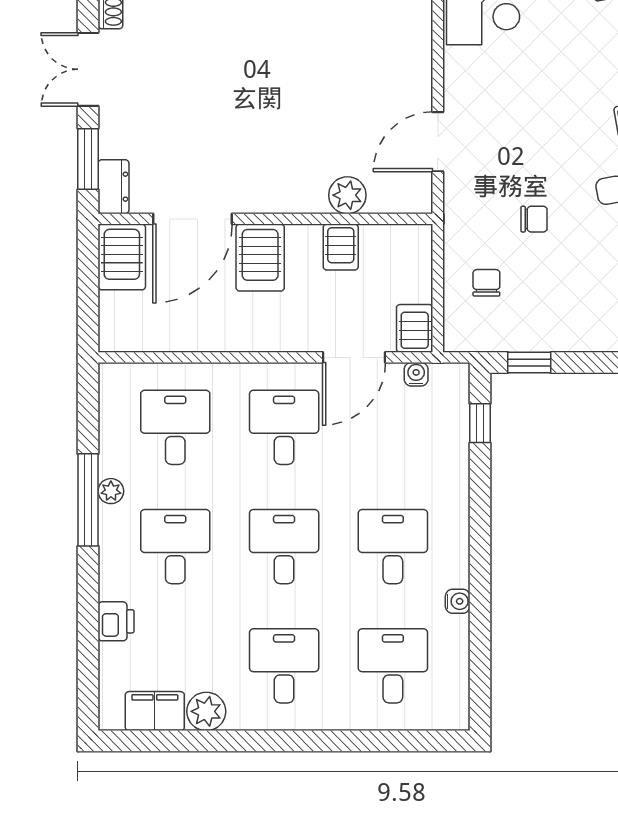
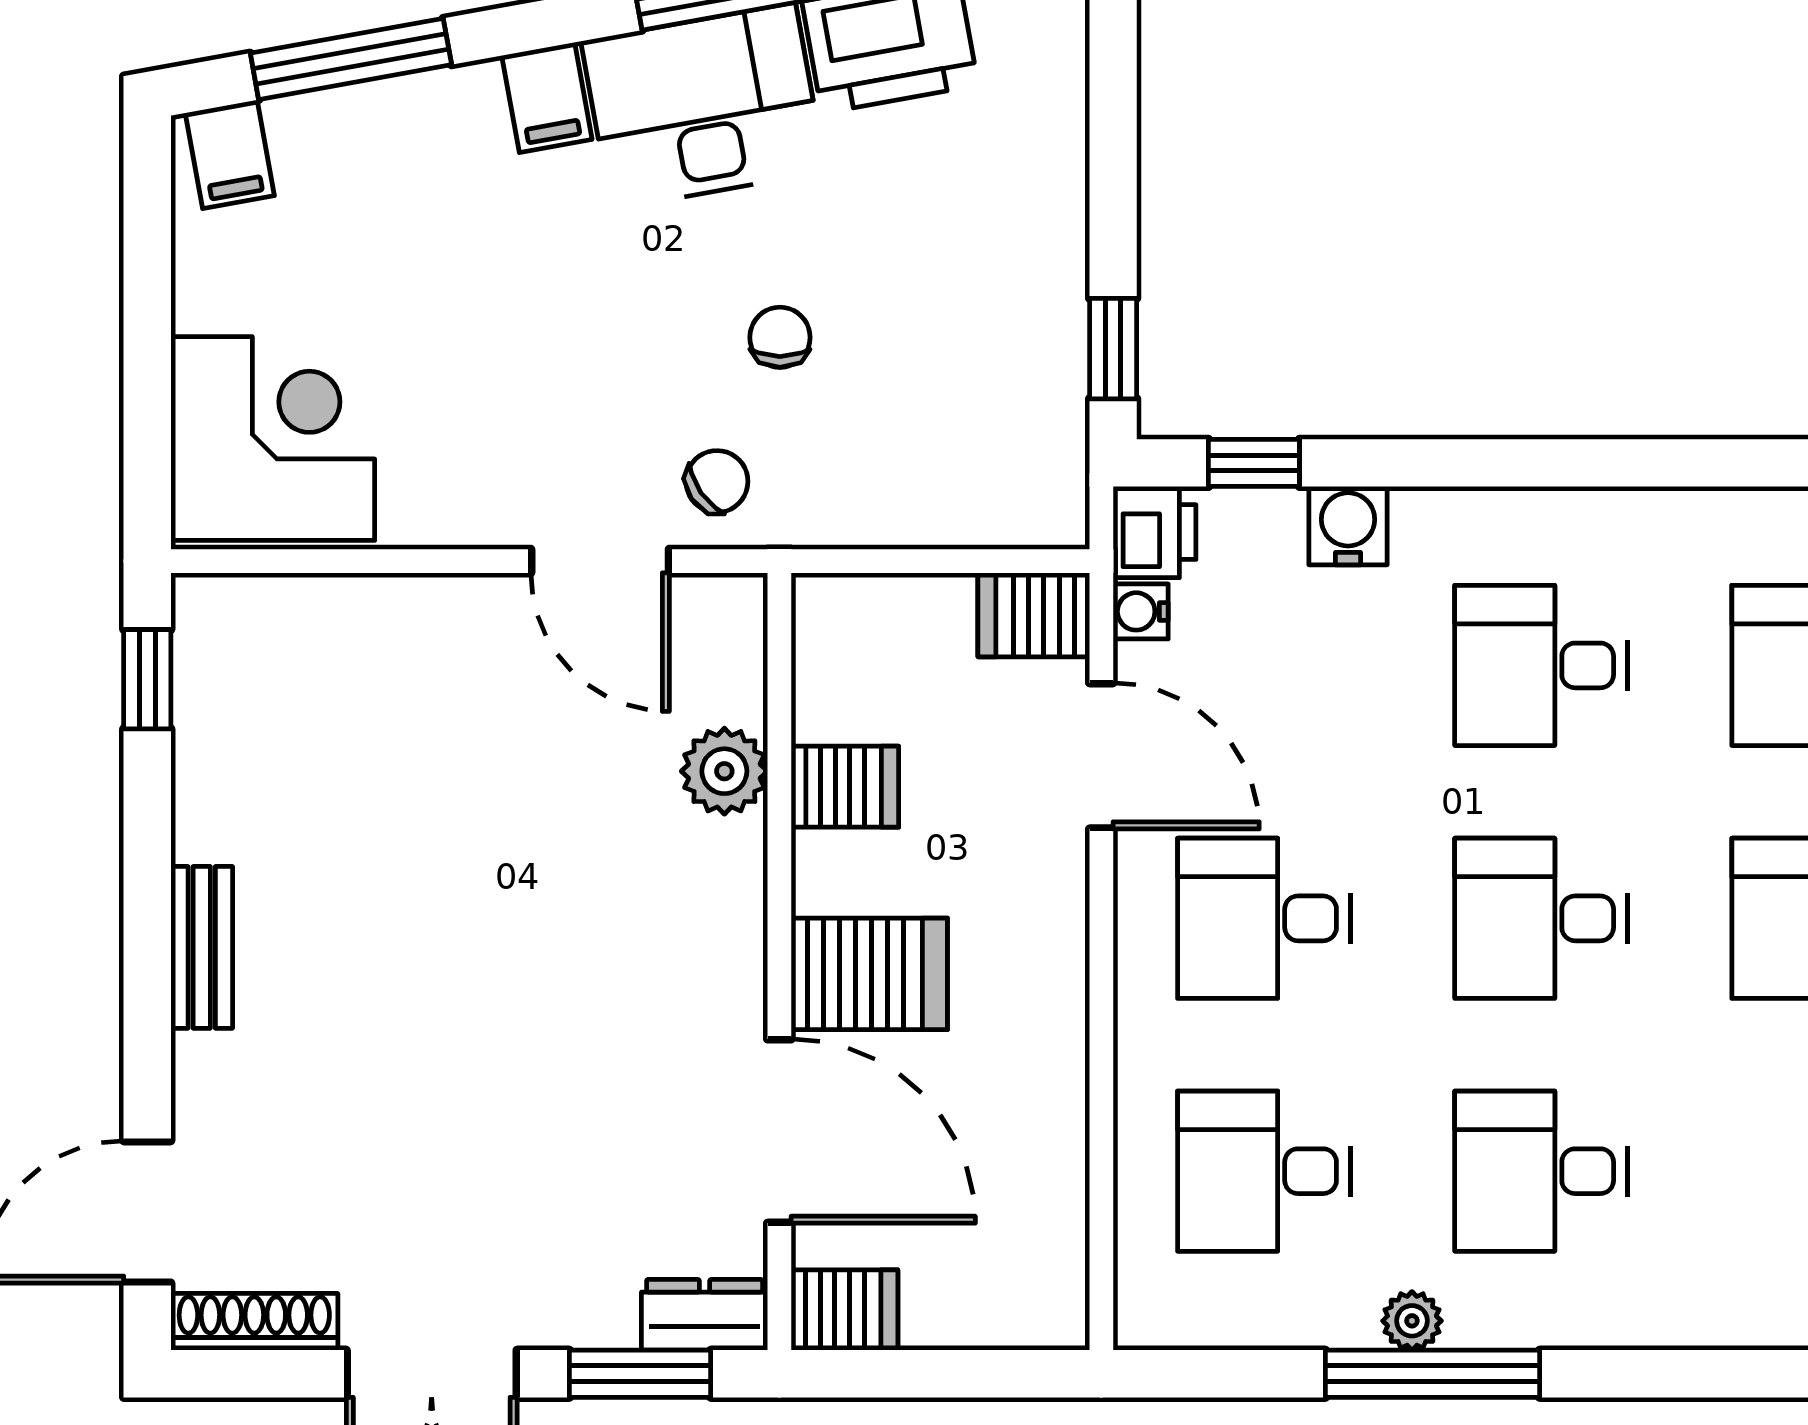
server rack: (122, 257) -> (844, 1310), width x0.73, depth x0.70
chair: (486, 283) -> (717, 481), moved, turned 145
water cooler: (458, 601) -> (1348, 526), moved, width x1.38, depth x1.38
printer: (116, 621) -> (1155, 532), moved, turned 90

